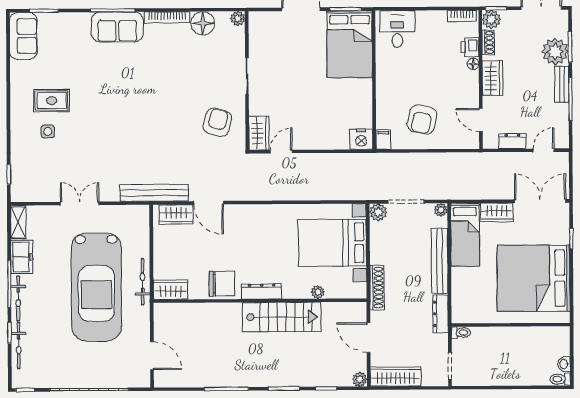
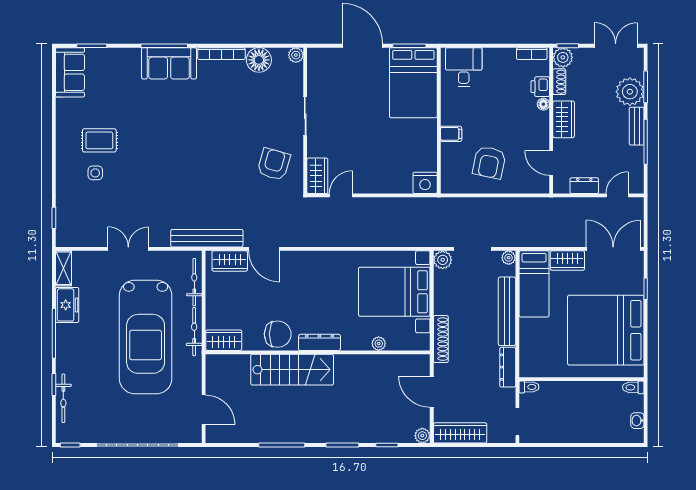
filing cabinet: (383, 139) -> (451, 134), moved, turned 90
bicycle: (18, 299) -> (194, 282), moved, turned 180
stairs: (282, 317) -> (292, 370), moved
toilet: (560, 379) -> (633, 387), moved

